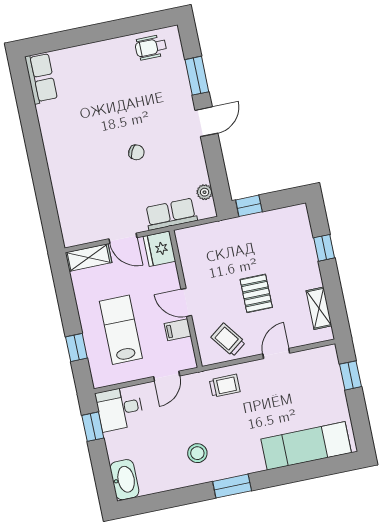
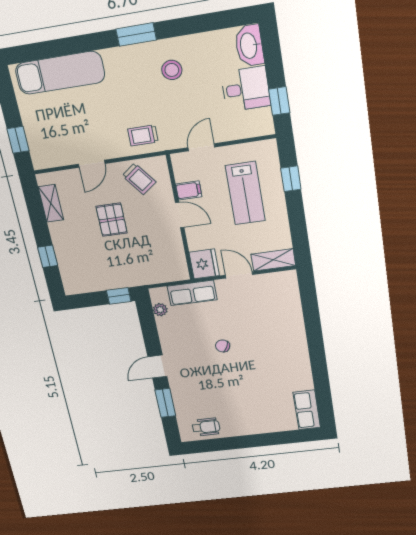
desk: (120, 409) -> (246, 89), moved

